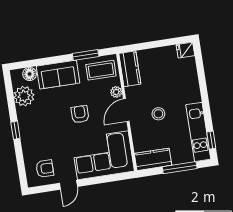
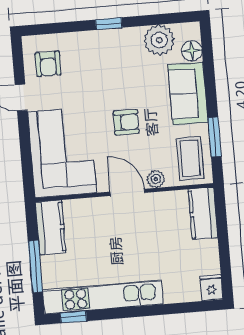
kitchen counter: (130, 69) -> (203, 214), moved, turned 90
stool: (158, 114) -> (119, 240), removed
kitchen unit: (198, 132) -> (103, 297), width x1.36

